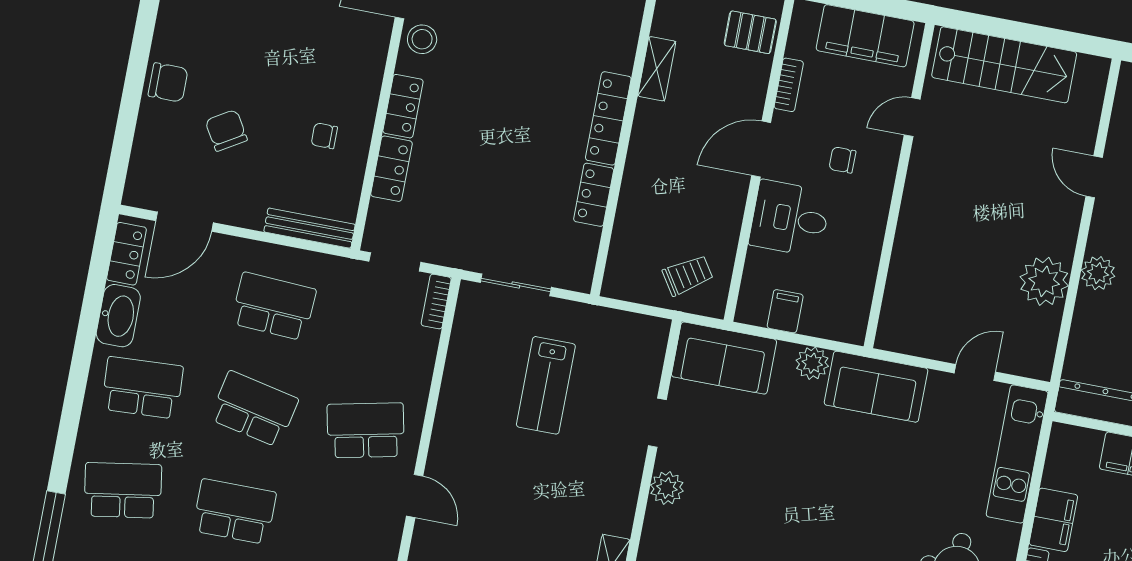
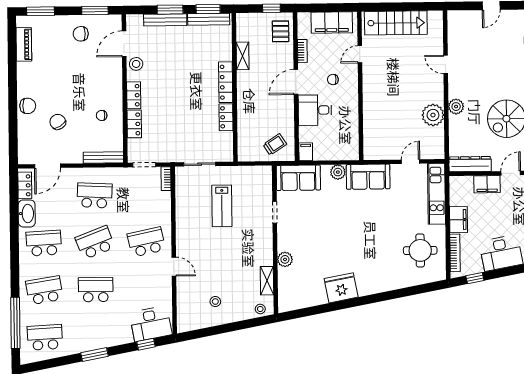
pallet: (750, 32) -> (281, 31), turned 90
filing cabinet: (785, 311) -> (306, 152), moved
school desk: (254, 409) -> (95, 243), turned -33
plant: (667, 488) -> (285, 259), moved

